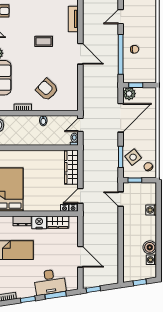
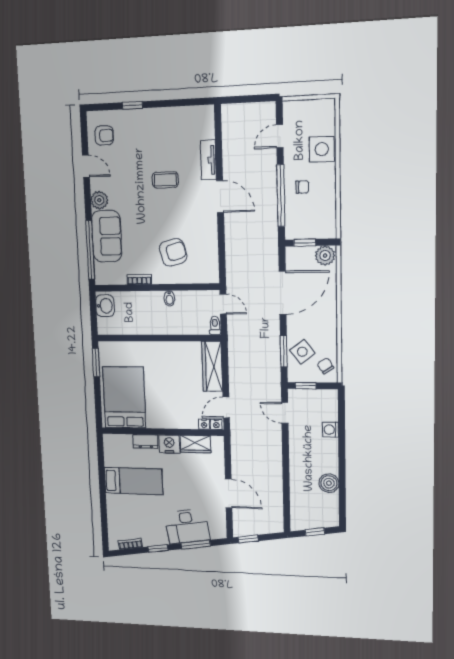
tv unit: (73, 19) -> (208, 160), moved
side table: (147, 26) -> (322, 149), added
armchair: (47, 90) -> (173, 252), turned 122
plant: (129, 94) -> (325, 256), moved
door: (80, 125) -> (223, 304), swing flipped
washing machine: (151, 260) -> (332, 501), removed

